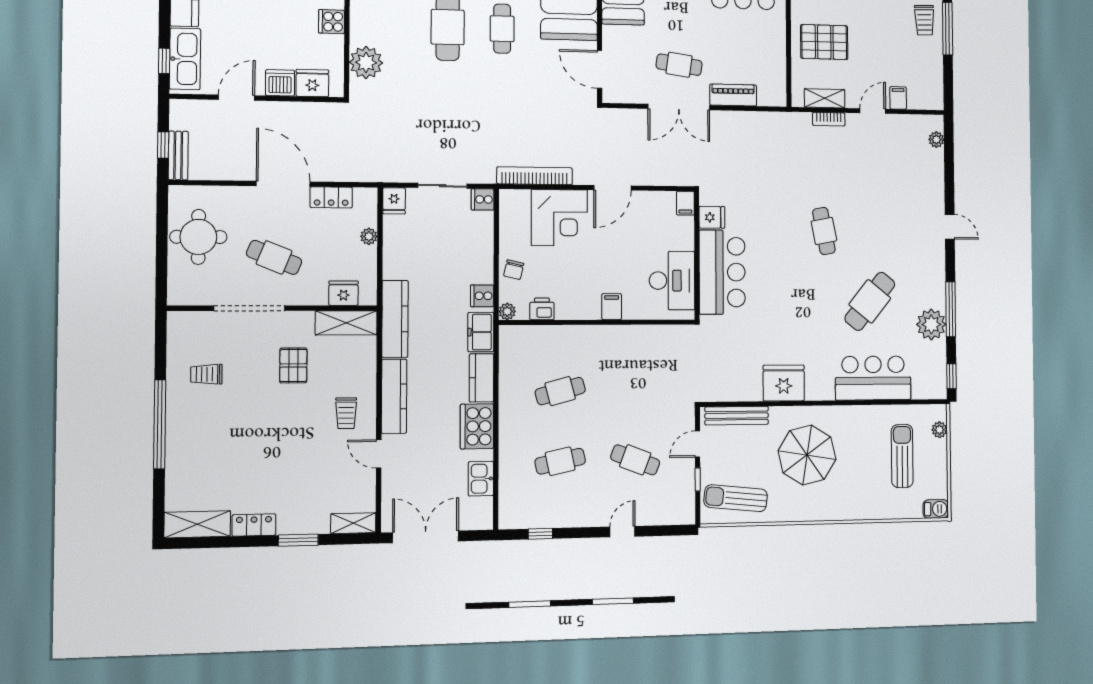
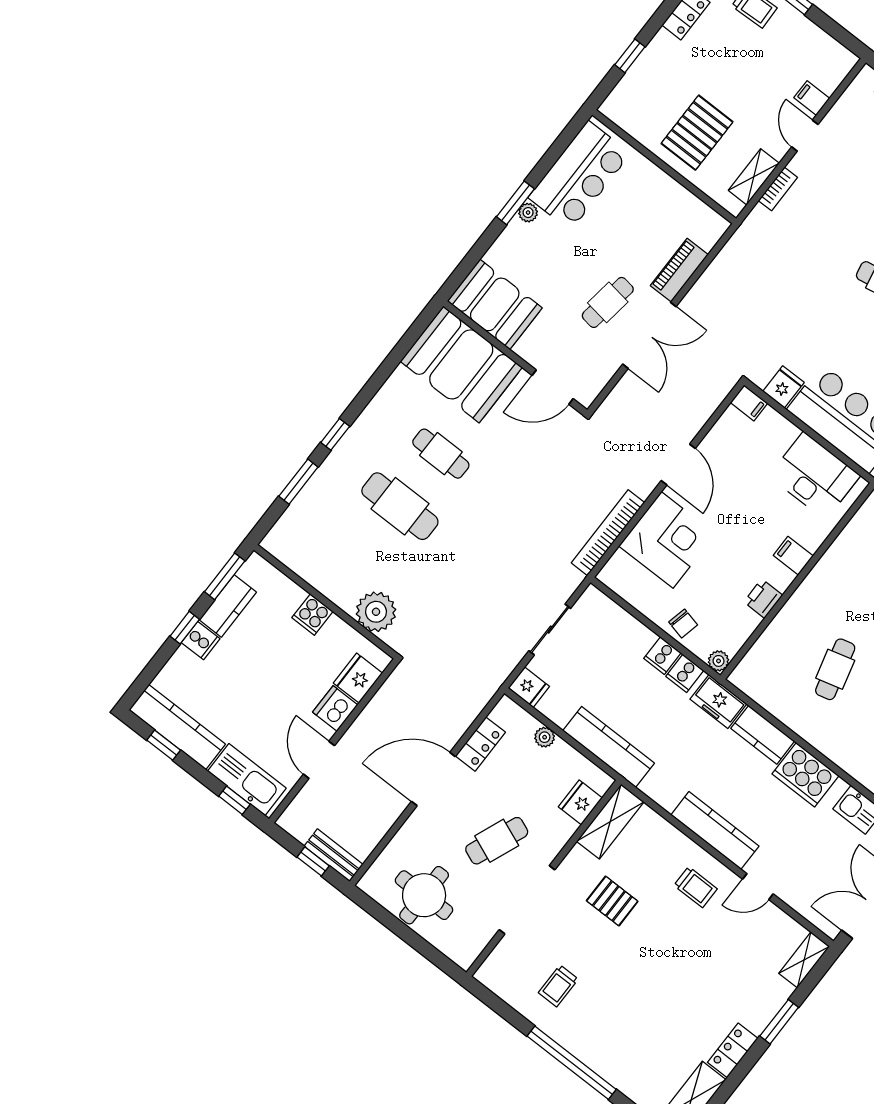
cooker: (483, 199) -> (662, 656), moved
printer: (542, 309) -> (763, 598), moved
kitchen counter: (395, 319) -> (609, 747), moved

